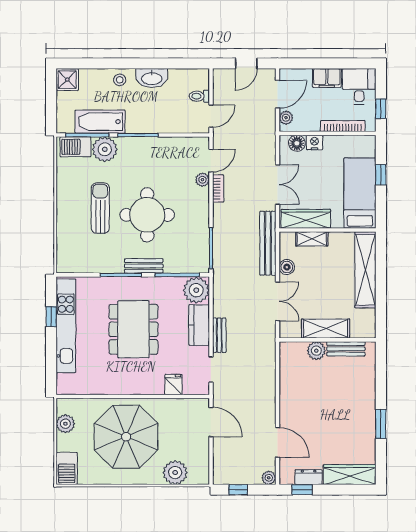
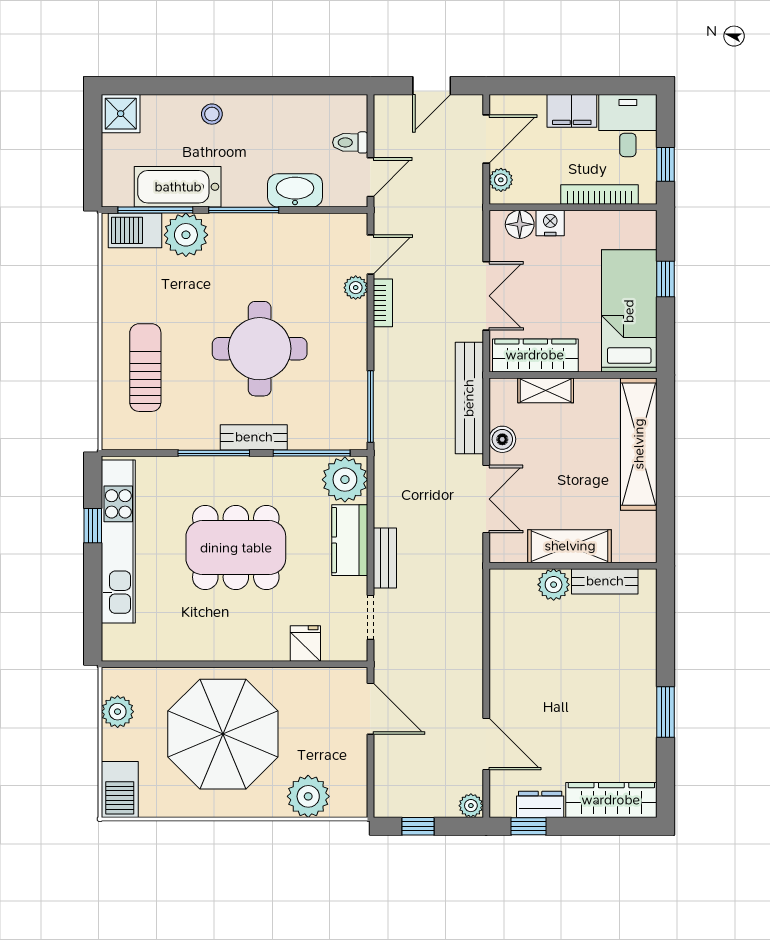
washbasin: (152, 78) -> (295, 190), moved, turned 180
sun lounger: (100, 208) -> (145, 368), moved
dining table: (133, 329) -> (236, 548), turned 90

